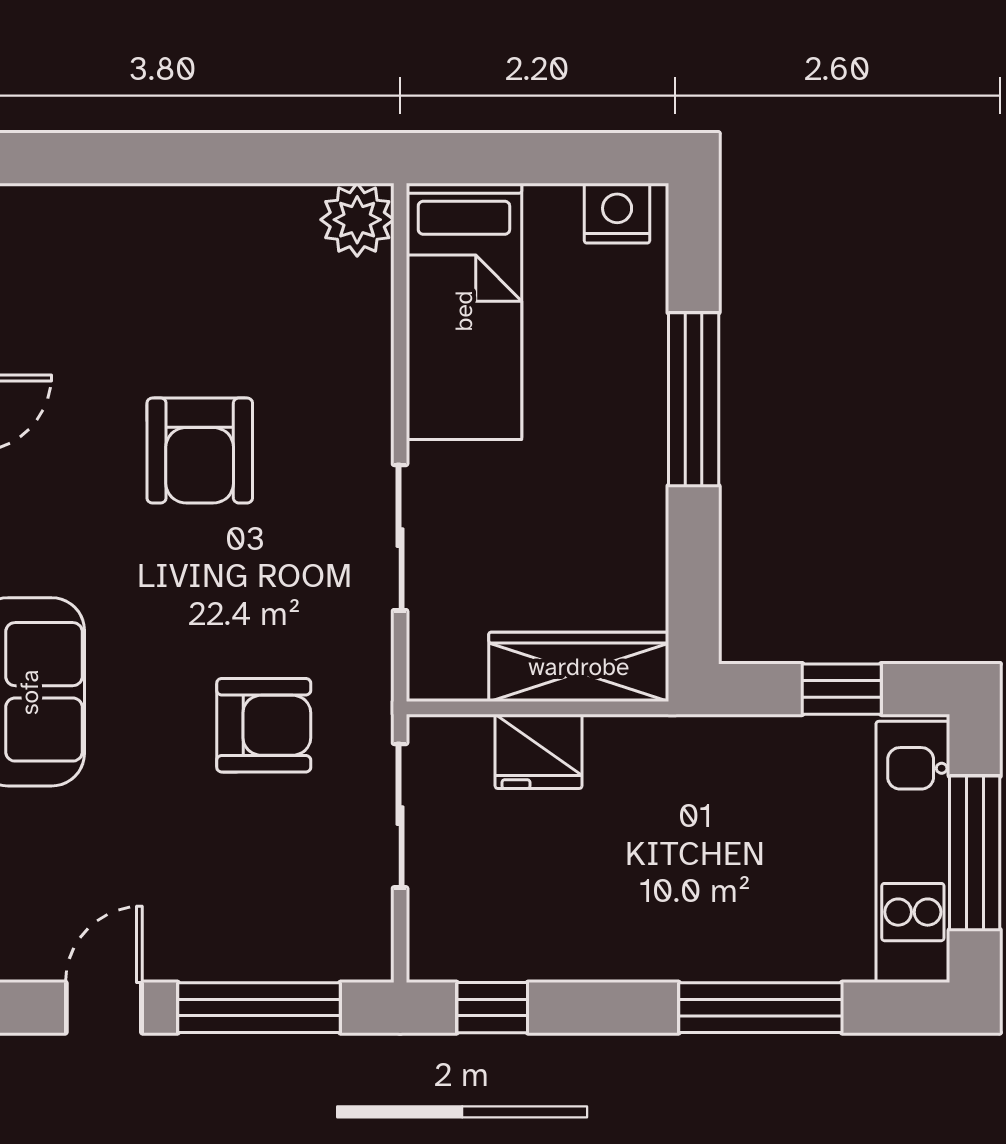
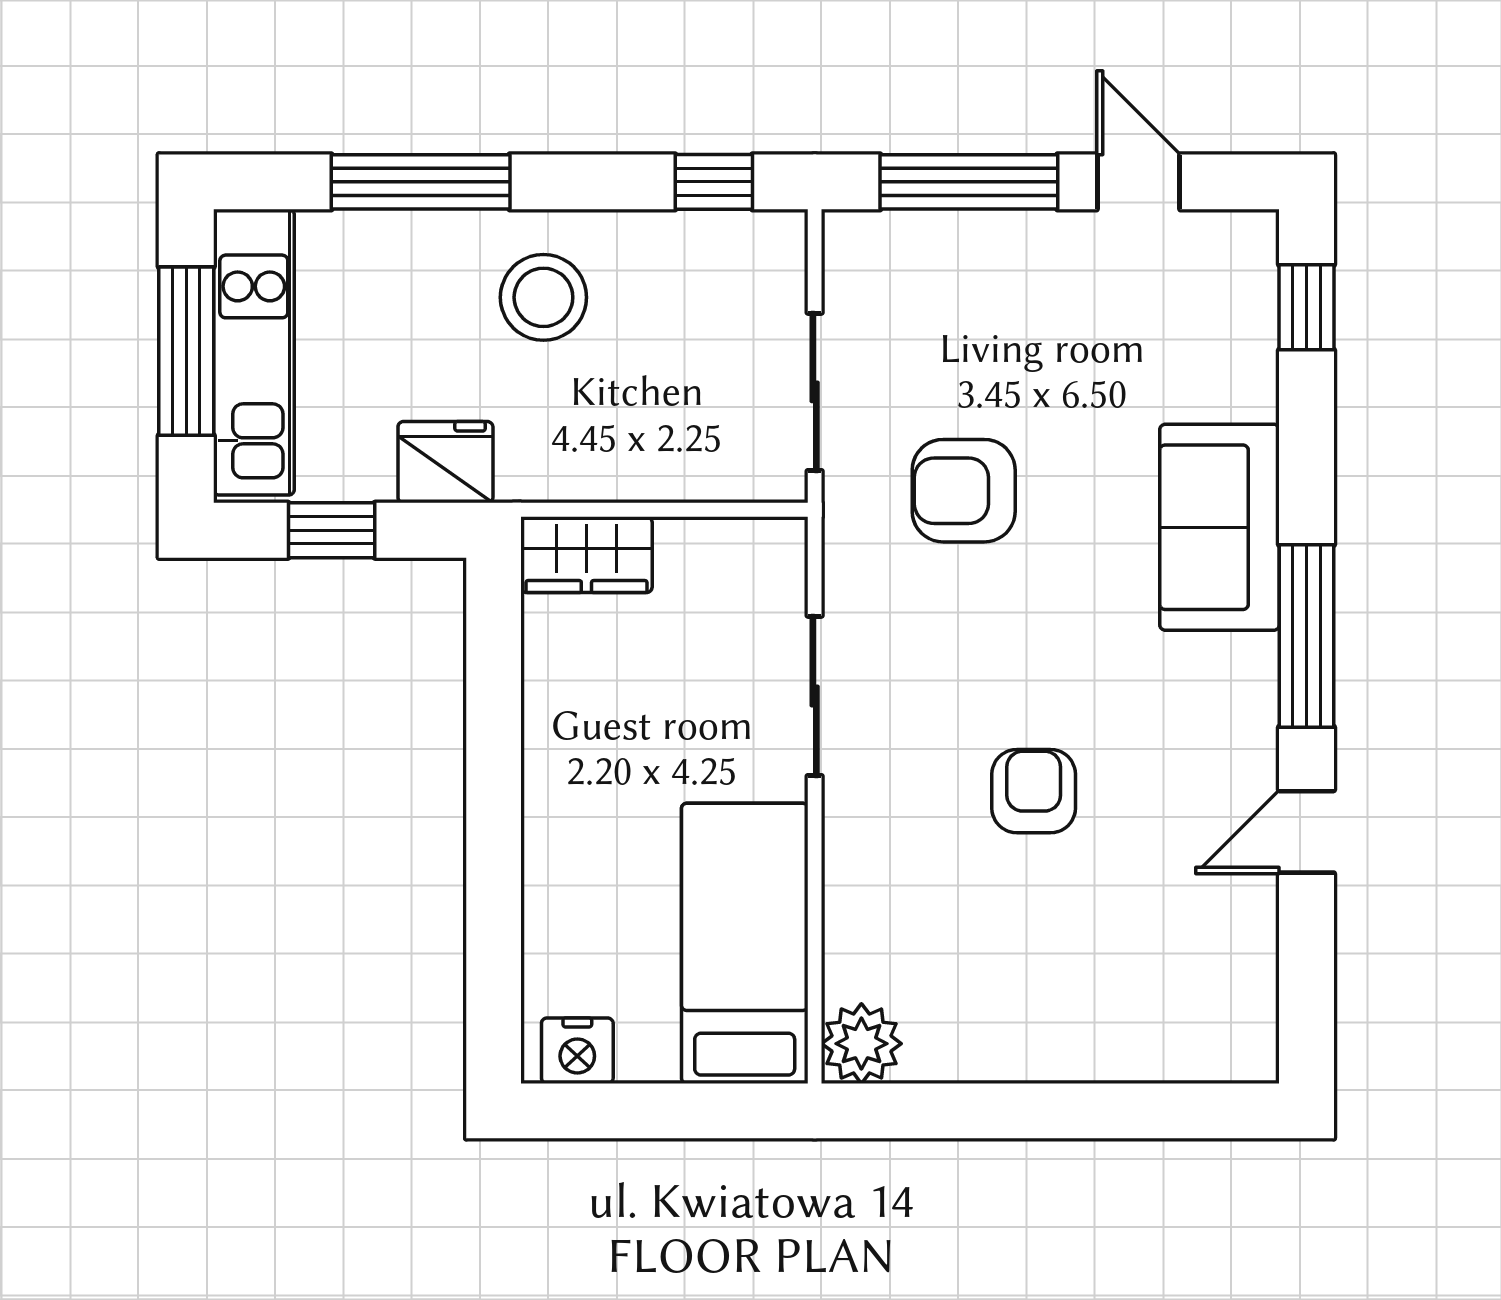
window: (694, 399) -> (494, 847), removed
armchair: (200, 451) -> (1034, 791), width x0.72, depth x0.72
wardrobe: (579, 667) -> (586, 555), width x0.67
fridge: (539, 751) -> (445, 462), moved
stool: (648, 902) -> (543, 297), added
door: (104, 1008) -> (1139, 182), swing flipped

